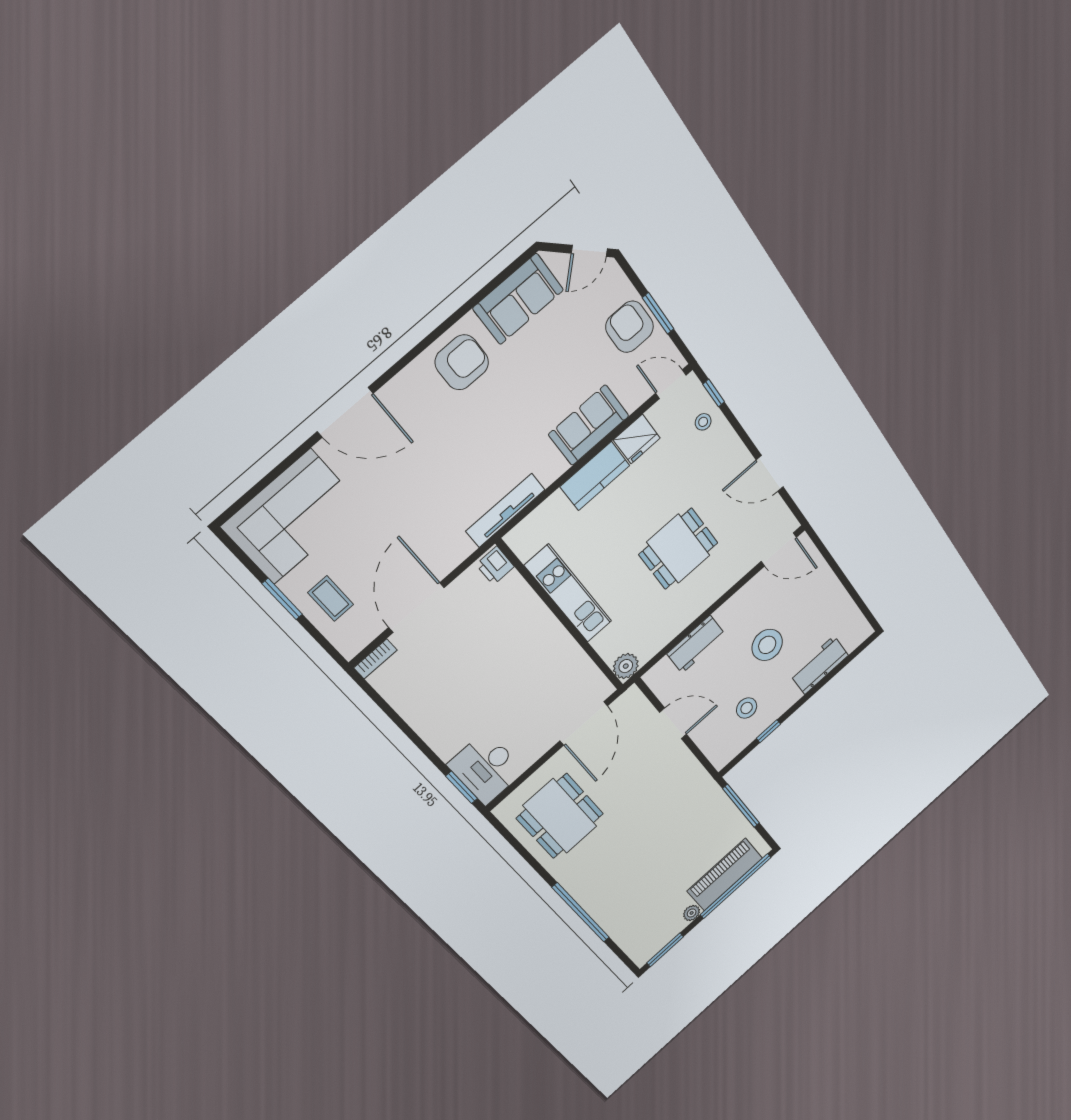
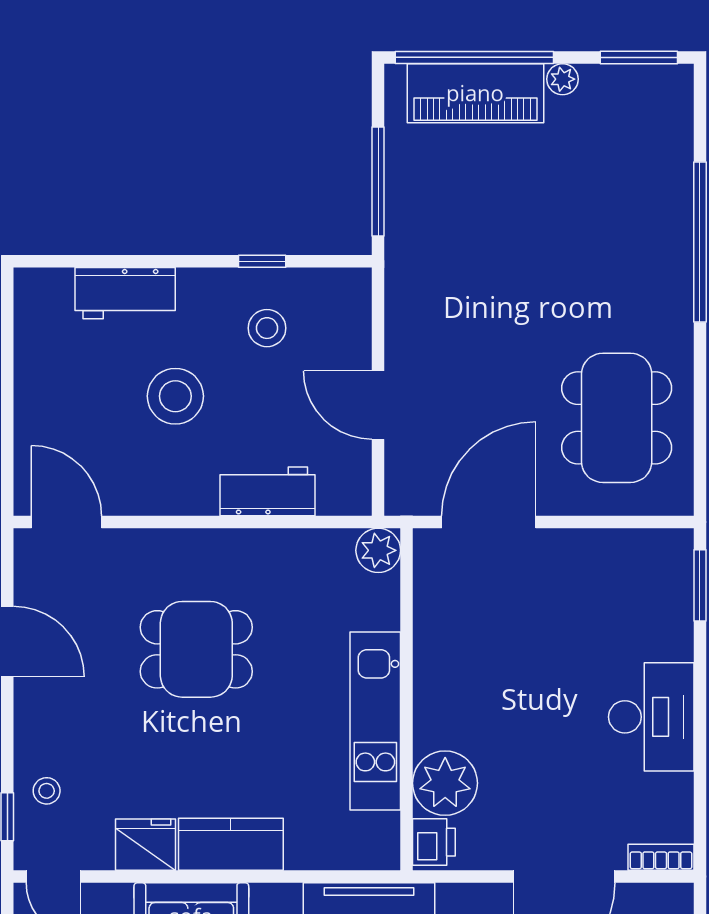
plant: (512, 596) -> (445, 783), added
desk: (486, 768) -> (651, 717), moved

